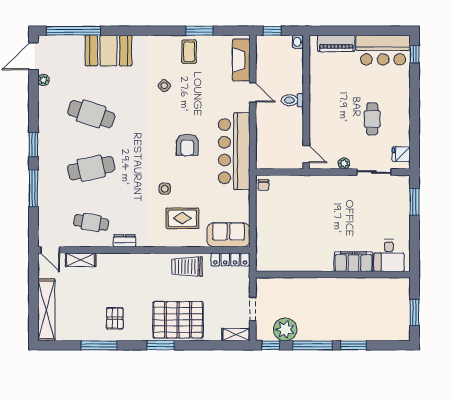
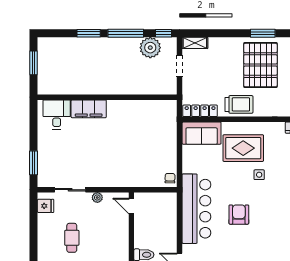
rug: (182, 218) -> (243, 148), width x1.36, depth x1.43
pallet: (178, 320) -> (260, 65), moved, turned 90

